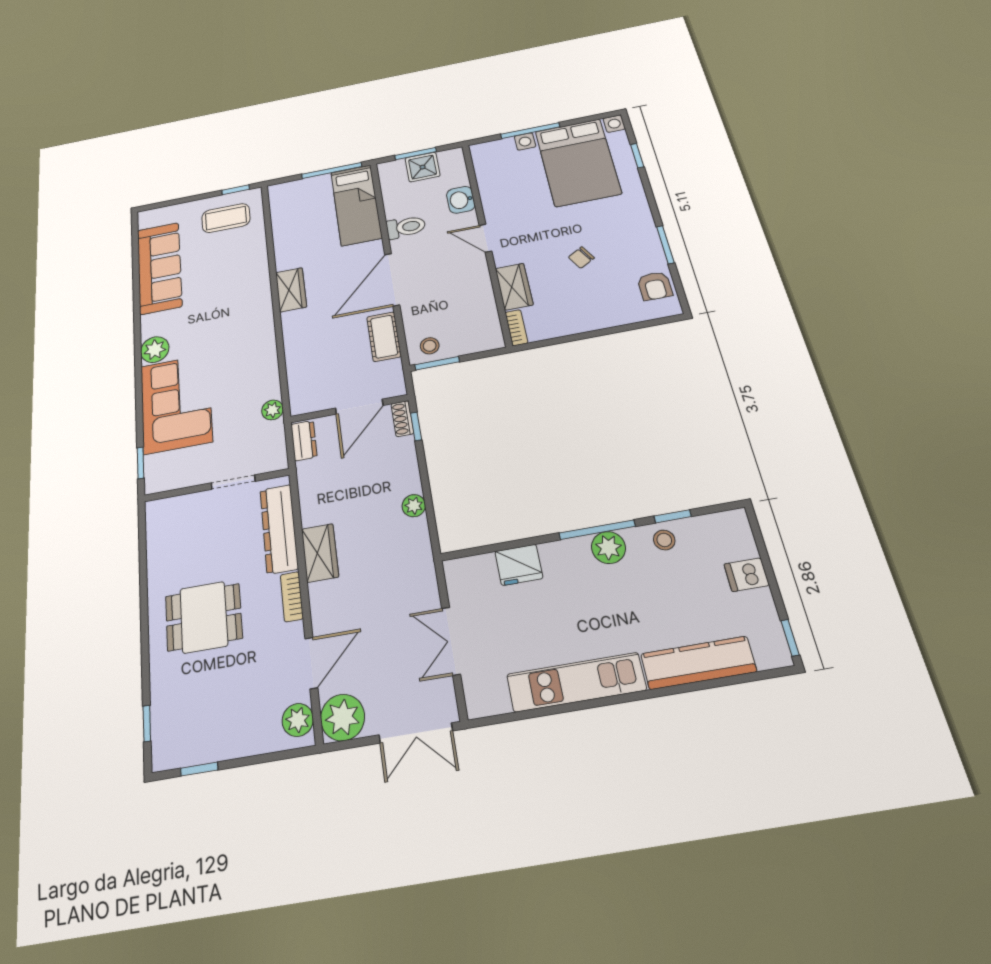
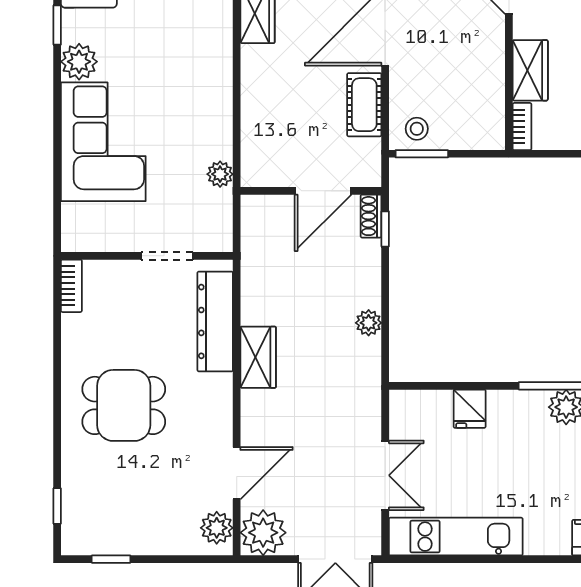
dresser: (304, 441) -> (254, 221), removed
window: (140, 463) -> (57, 25), moved
fridge: (519, 565) -> (470, 409), width x0.72
bookcase: (292, 597) -> (71, 286), moved, turned 180
double door: (451, 641) -> (385, 475), swing flipped
kitchen unit: (576, 682) -> (456, 537), moved

